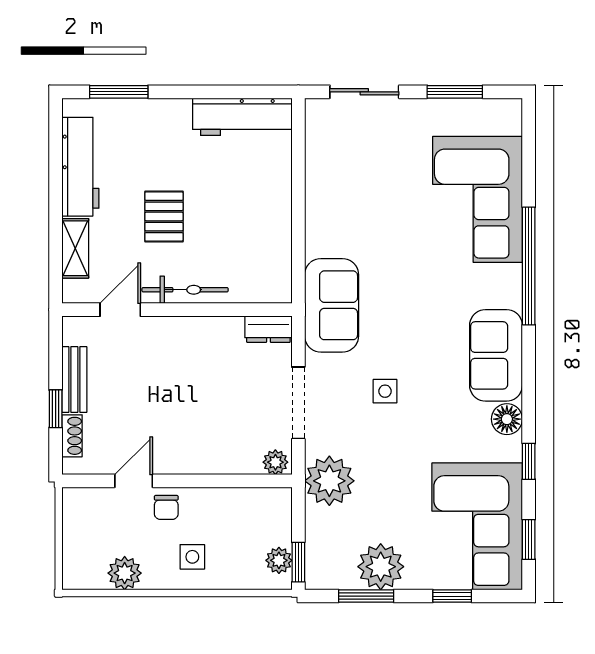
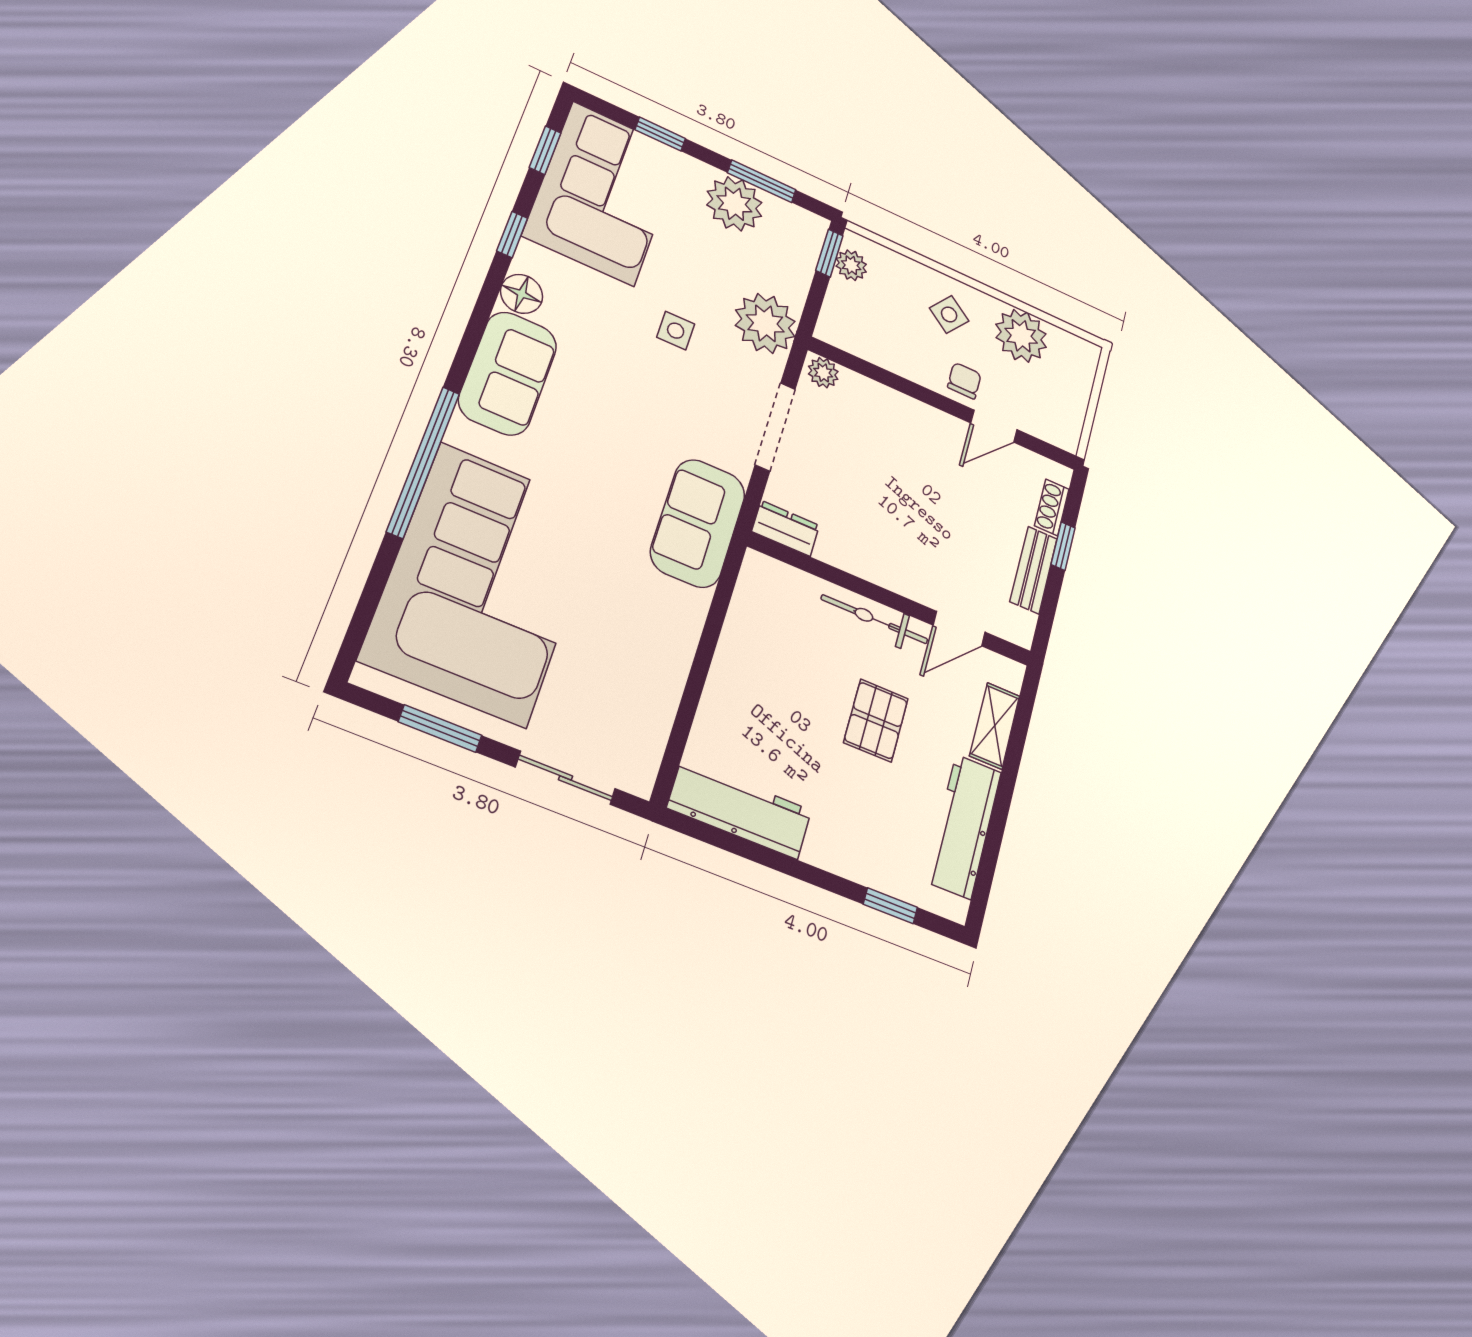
window: (119, 92) -> (890, 906), width x0.67
corner sofa: (478, 199) -> (483, 583), width x1.36, depth x1.36
side table: (385, 391) -> (676, 331), moved
side table: (192, 557) -> (949, 315), turned 38
plant: (125, 573) -> (1021, 336), width x1.36, depth x1.36

